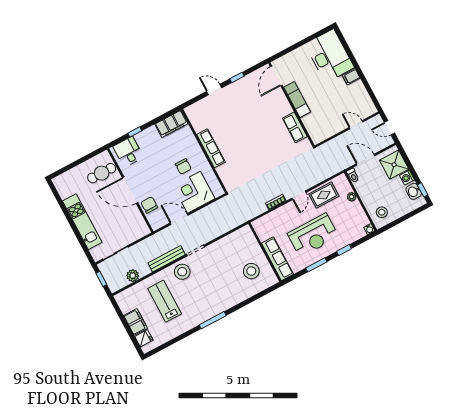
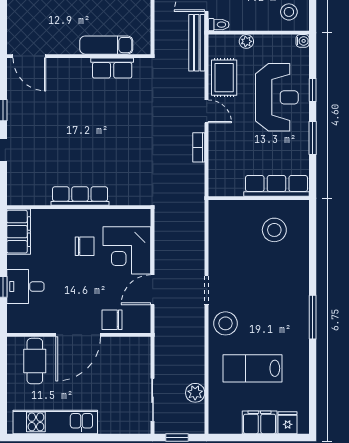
exam couch: (297, 100) -> (106, 45), moved
desk: (128, 152) -> (25, 287), moved
kitchen unit: (82, 222) -> (55, 422), moved
reception desk: (313, 235) -> (277, 97), moved
bench: (167, 259) -> (197, 43), moved

